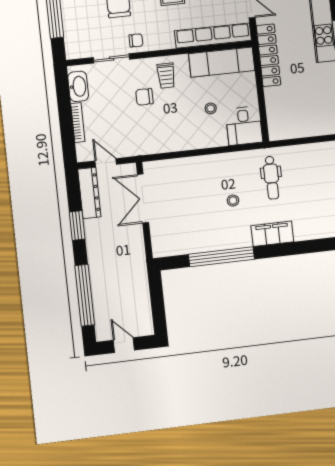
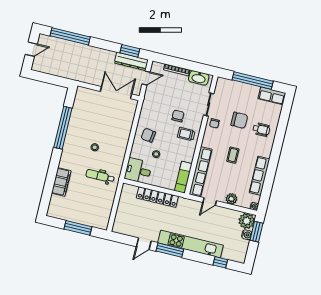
locker: (269, 55) -> (157, 197), moved
exam couch: (222, 62) -> (183, 177), width x0.73, depth x0.69
chair: (188, 129) -> (148, 135), added
window: (77, 225) -> (130, 51), moved
filing cabinet: (272, 234) -> (61, 182), moved

